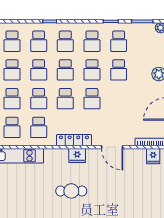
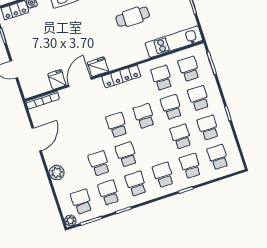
school desk: (65, 70) -> (81, 202), moved
door: (112, 147) -> (80, 82), hinge flipped
fridge: (77, 156) -> (98, 67), moved
fridge: (153, 156) -> (57, 79), moved
cafe table: (71, 191) -> (133, 17), moved

